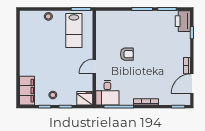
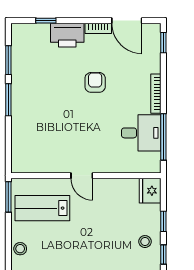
printer: (183, 21) -> (67, 35), moved
lab bench: (74, 30) -> (42, 208), turned 180
armchair: (127, 54) -> (95, 82), moved
door: (94, 66) -> (82, 176), moved
desk: (107, 93) -> (141, 133), moved

